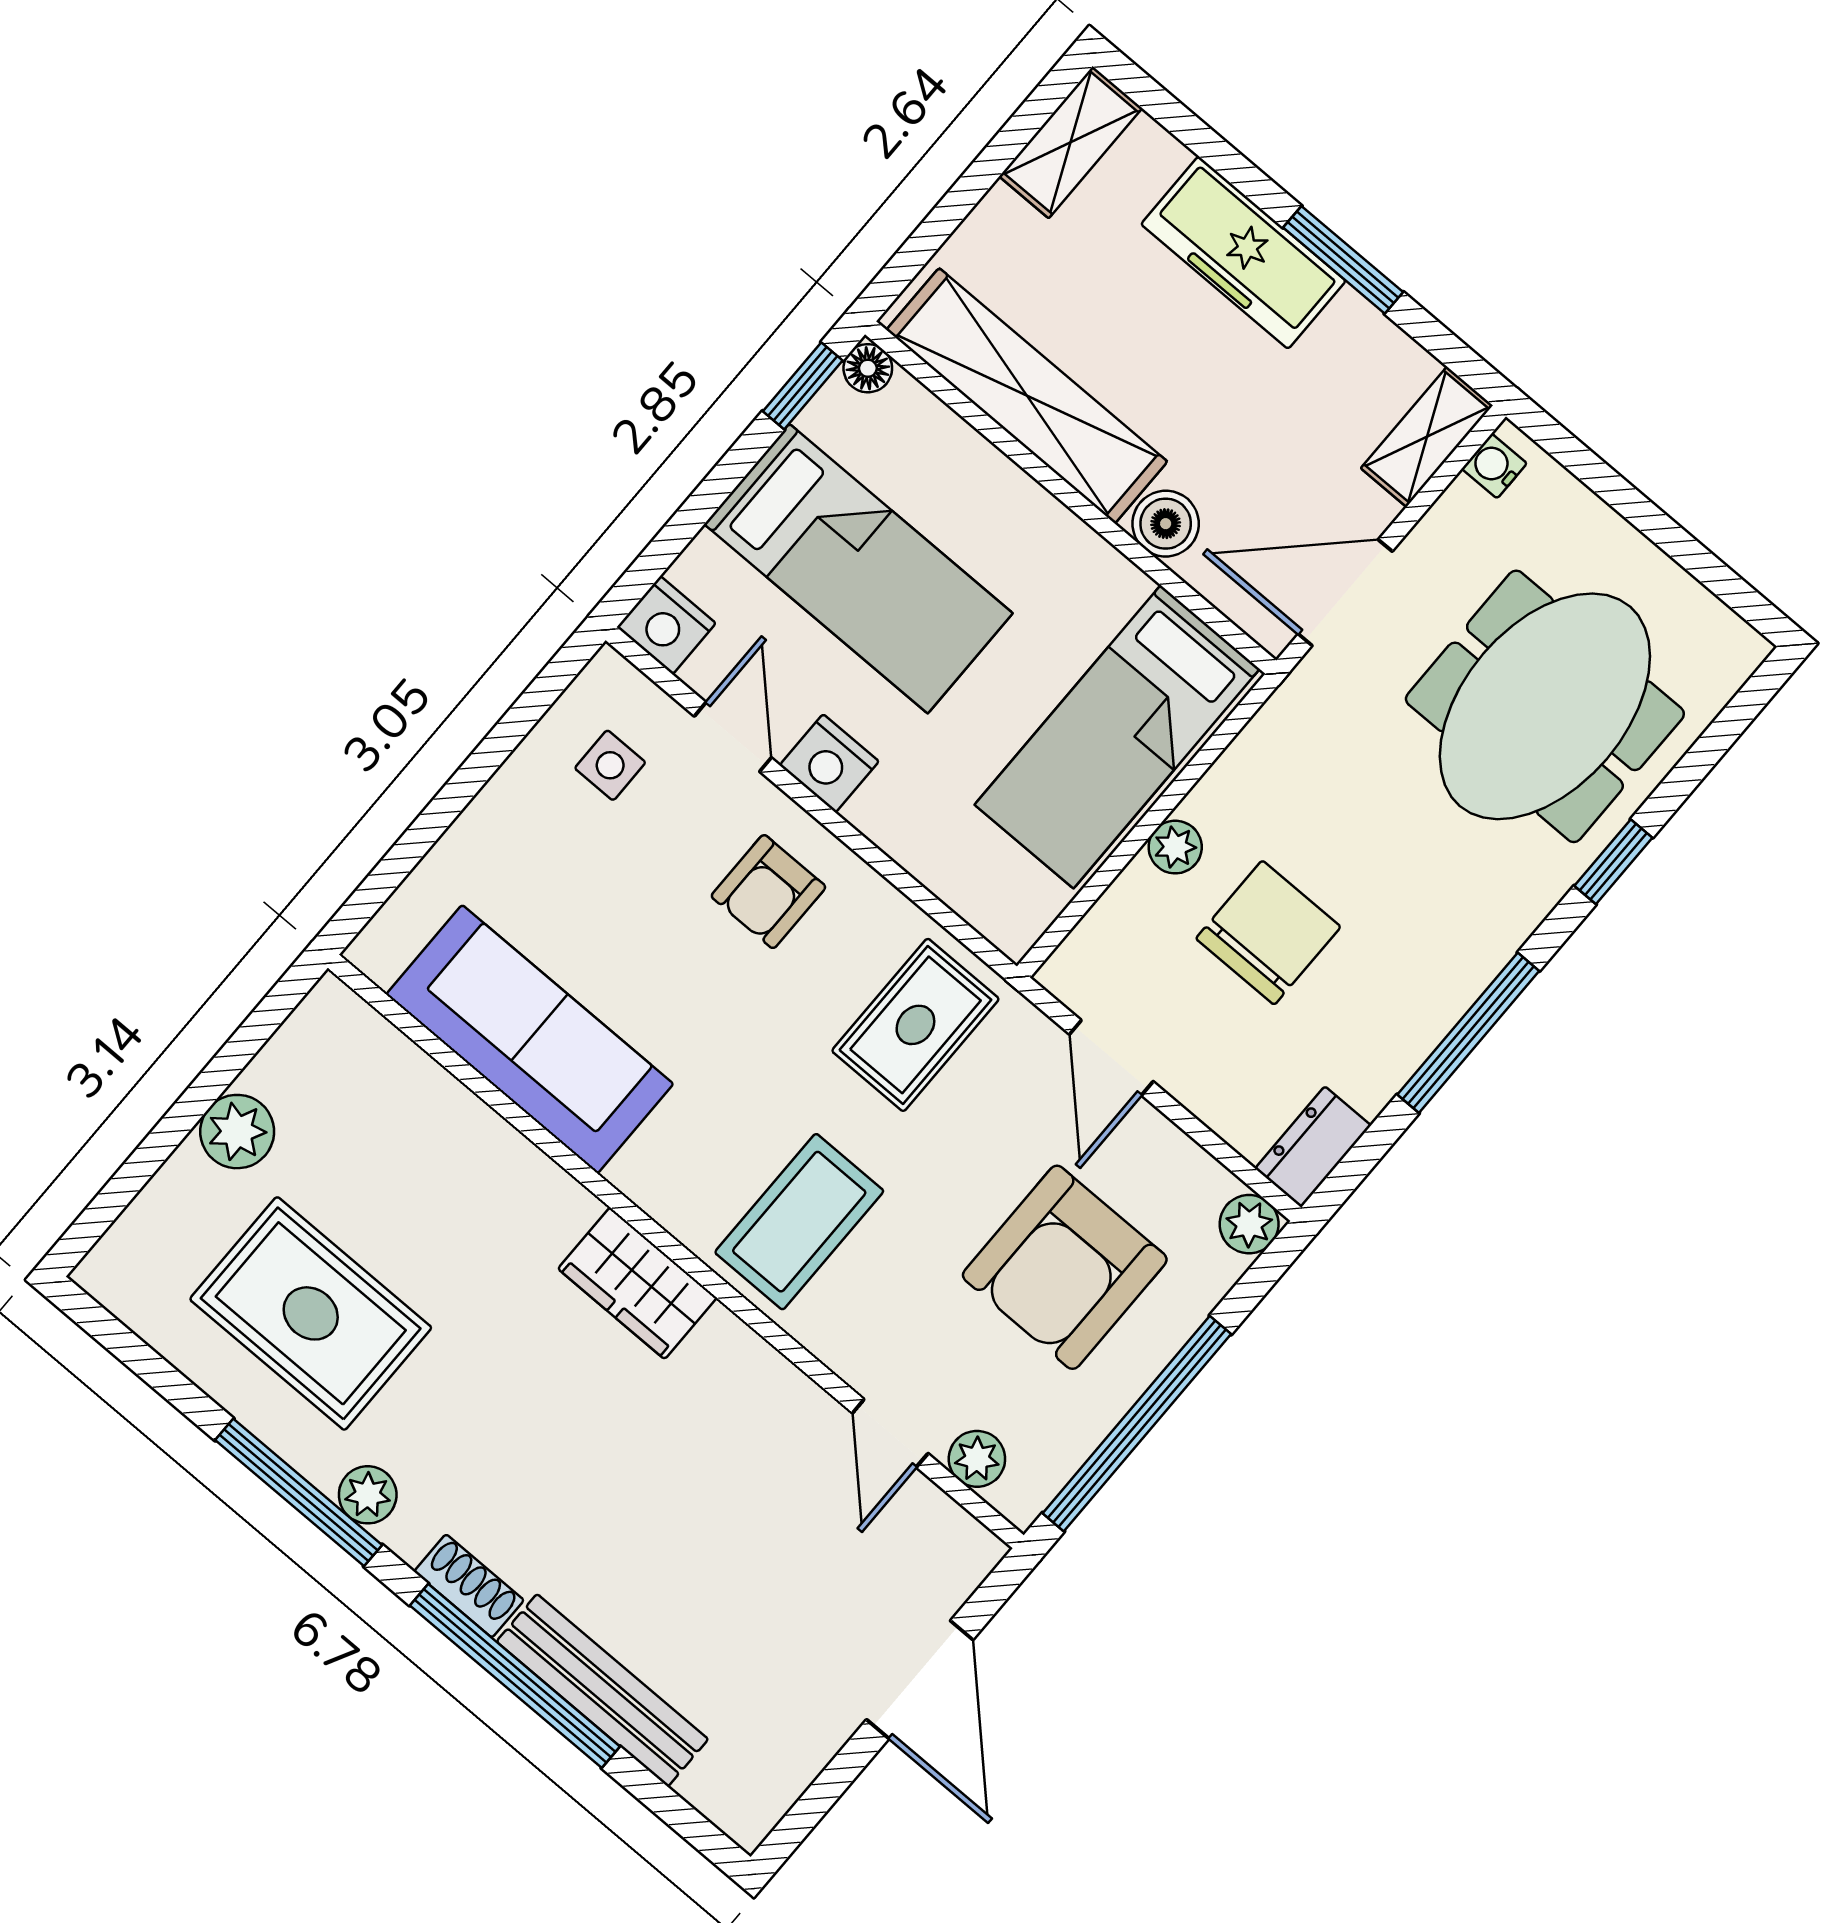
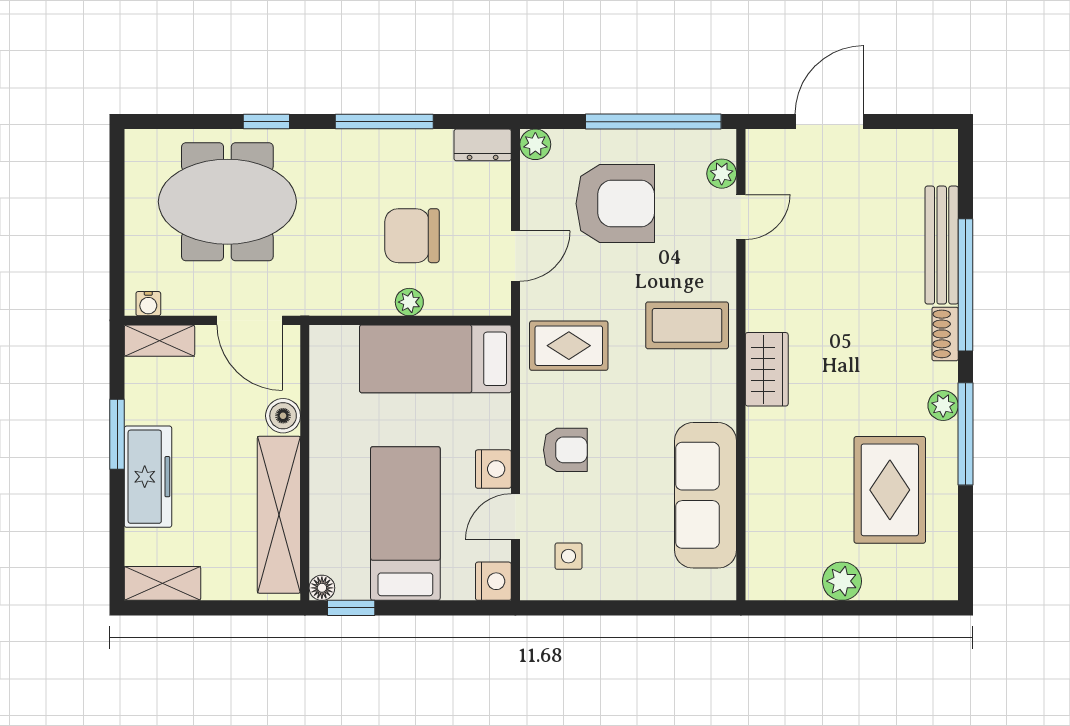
bed: (1117, 737) -> (435, 359), moved, turned 180

